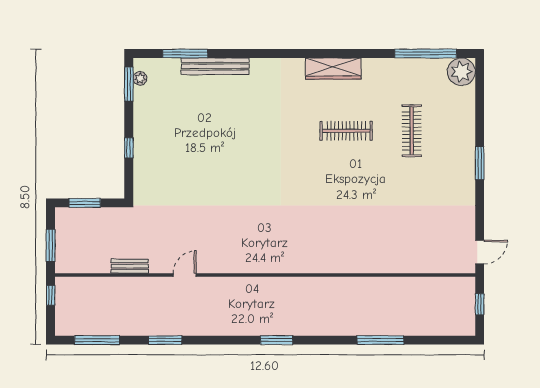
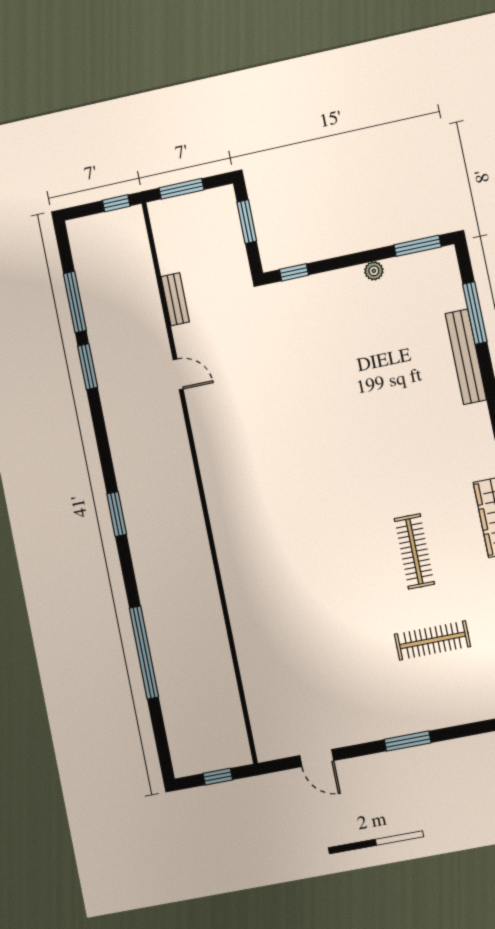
plant: (140, 78) -> (374, 271), moved
window: (129, 148) -> (294, 272), moved
door: (480, 252) -> (317, 758), moved
window: (97, 340) -> (75, 302), moved
window: (380, 340) -> (144, 652), width x1.46

